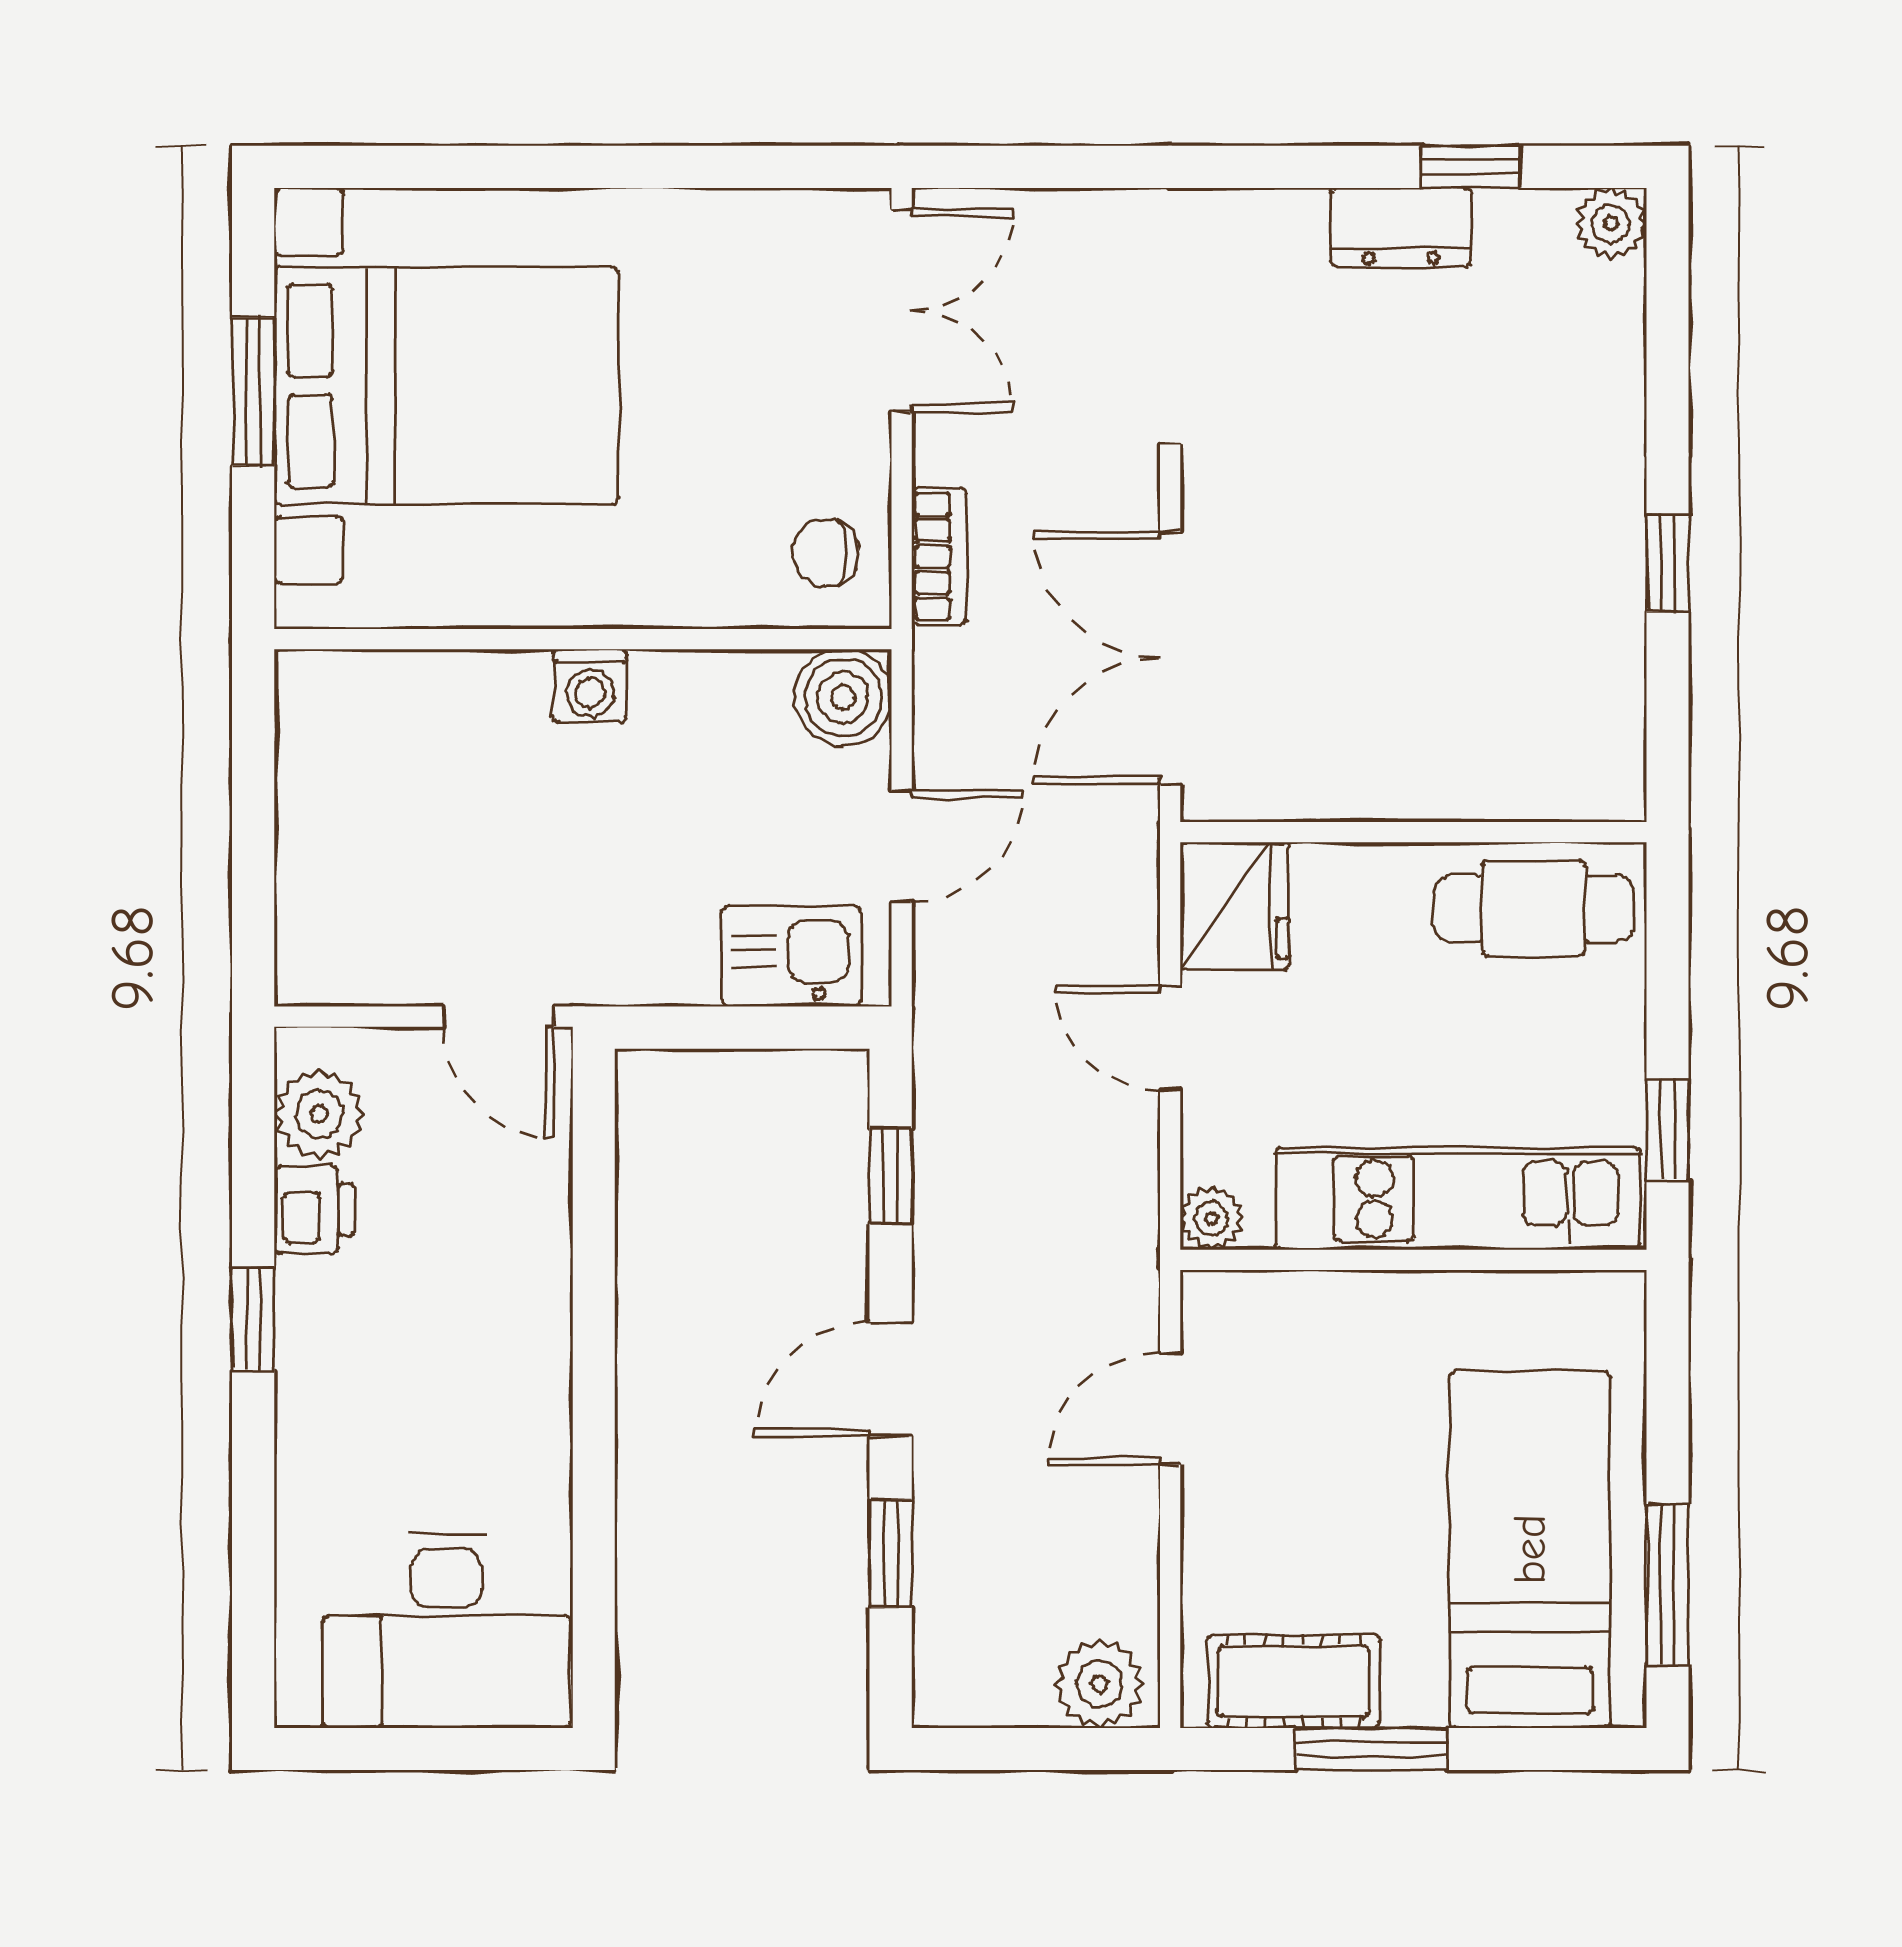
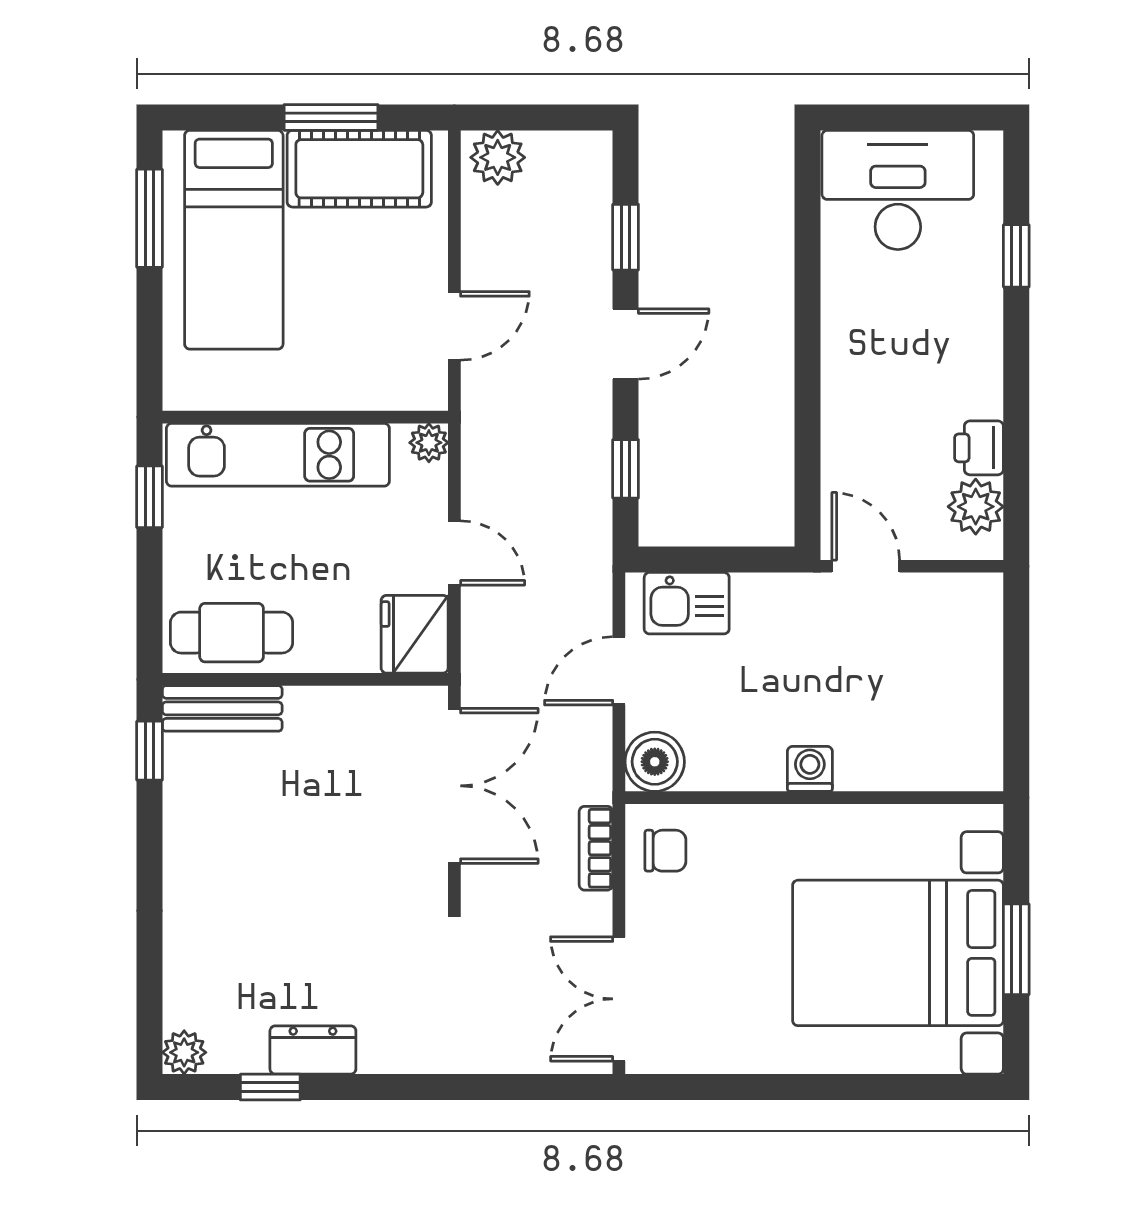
window: (1668, 563) -> (149, 751), moved
bench: (1549, 785) -> (222, 708), added
window: (253, 1319) -> (1016, 256), moved
cot: (1293, 1681) -> (359, 169), width x1.37, depth x1.34

